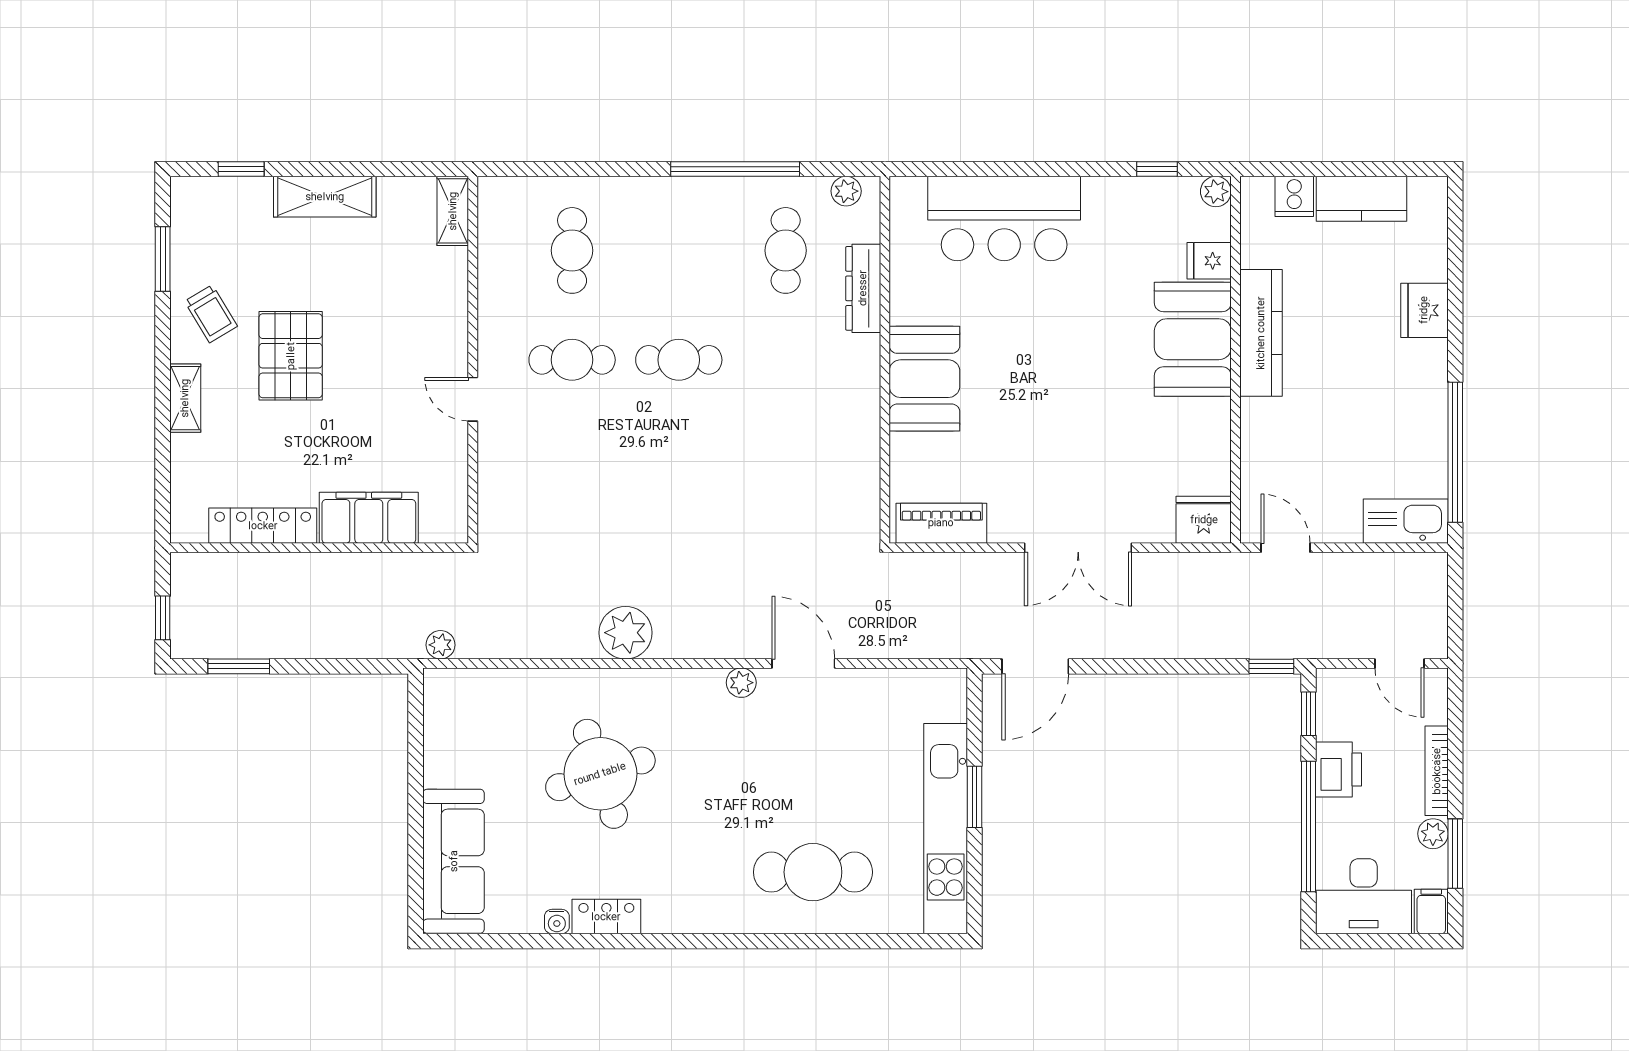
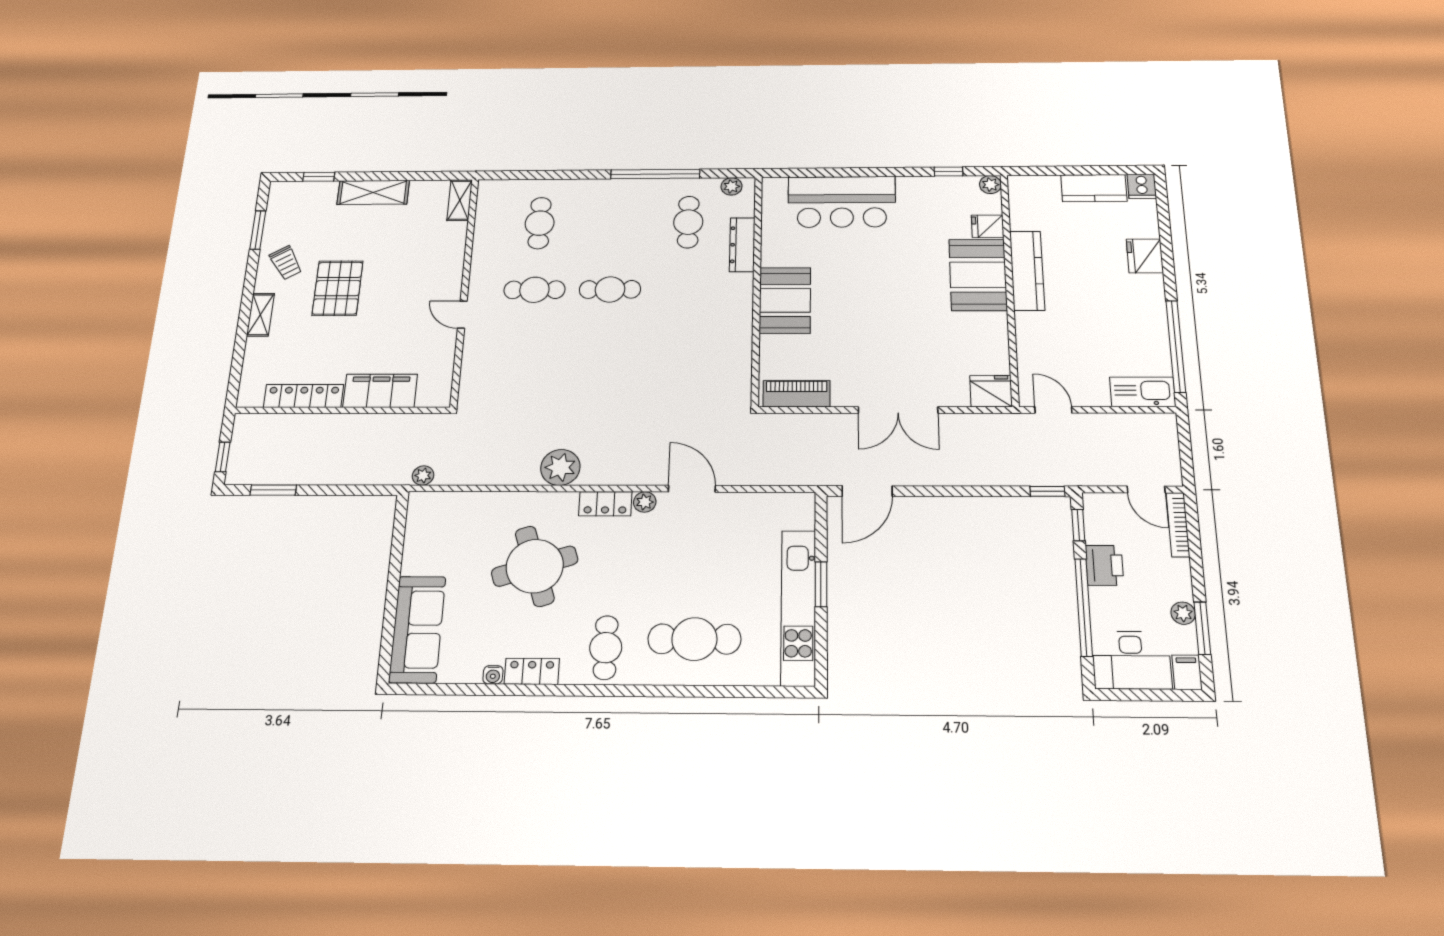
cooker: (1294, 196) -> (1142, 186), moved
locker: (689, 685) -> (605, 504), added
bookcase: (1437, 771) -> (1178, 525), moved
cafe table: (699, 884) -> (606, 648), added

